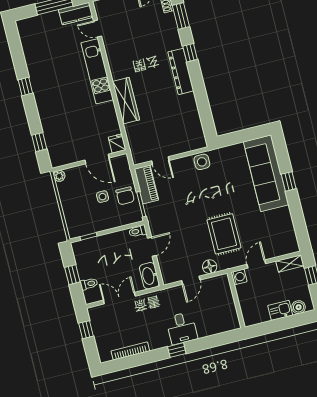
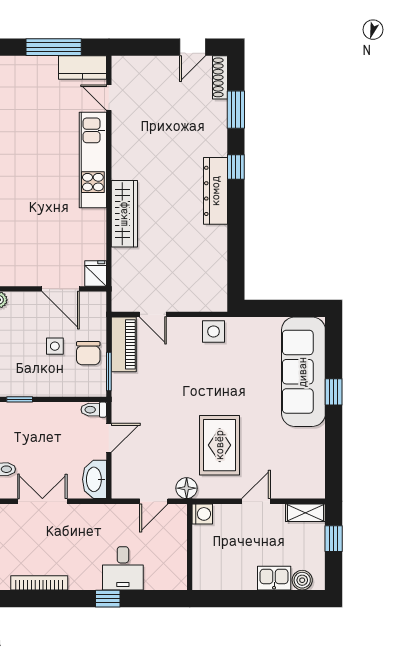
washing machine: (239, 277) -> (202, 514), moved
wall: (236, 300) -> (190, 547), moved

